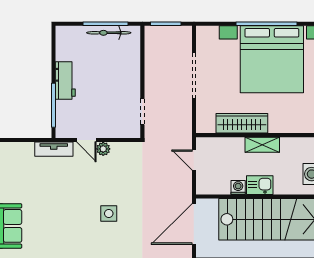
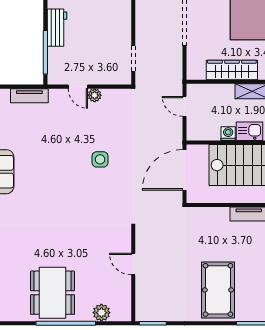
tv unit: (54, 149) -> (29, 96), moved

